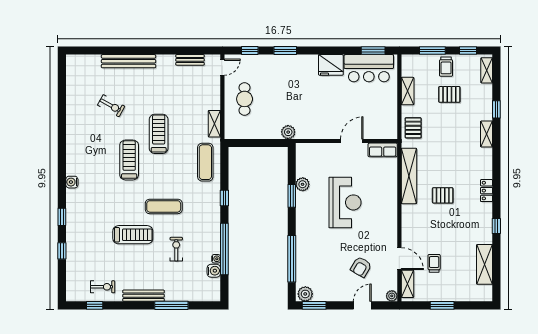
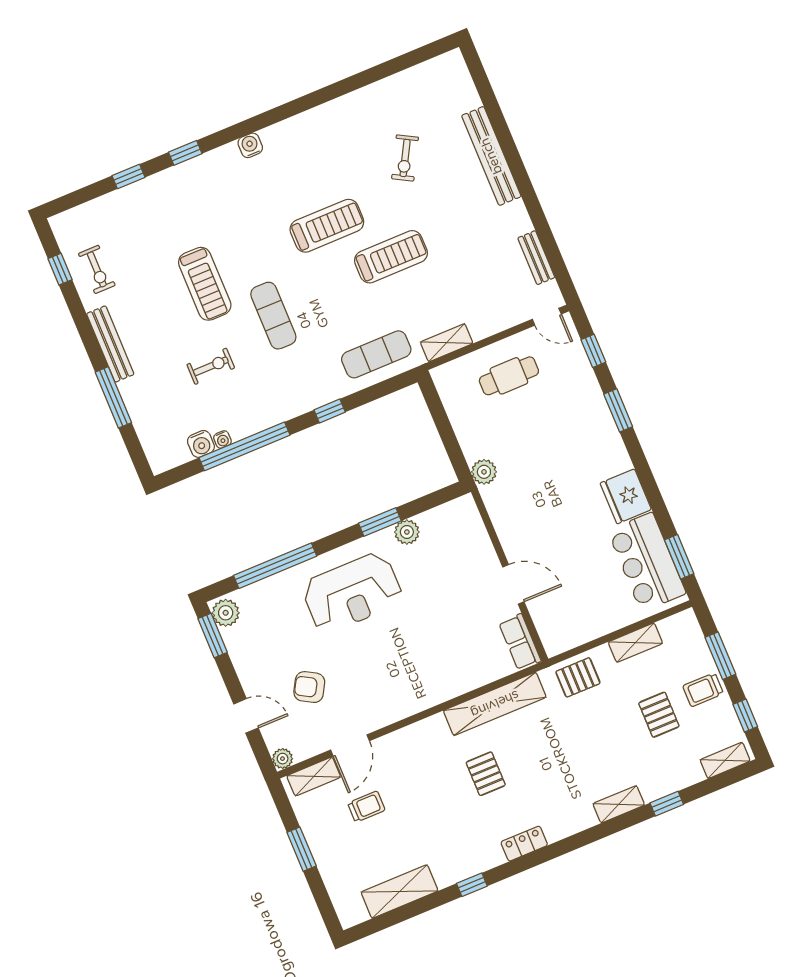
reception desk: (345, 202) -> (352, 593), moved

